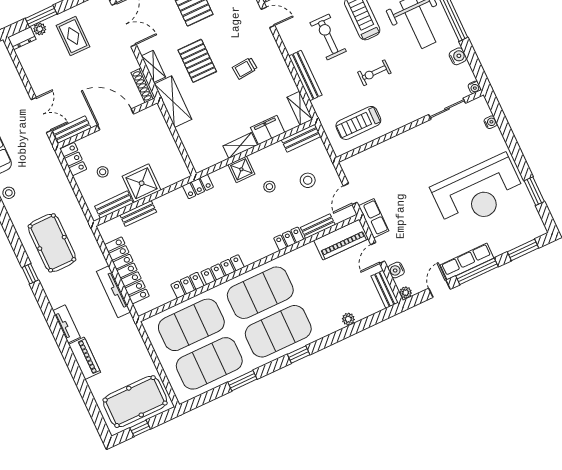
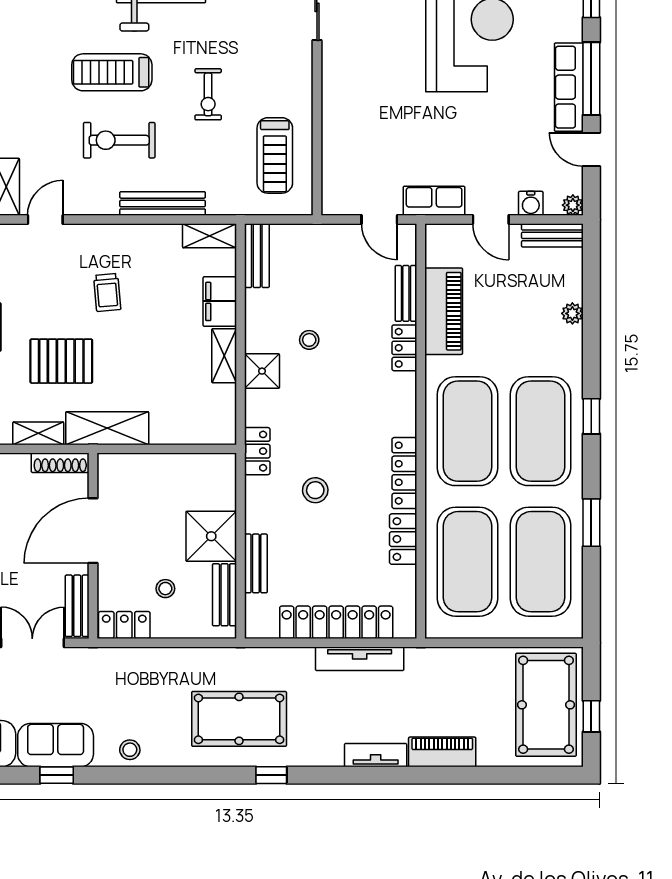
stool: (308, 180) -> (315, 490), moved
piano: (341, 240) -> (444, 311), moved

